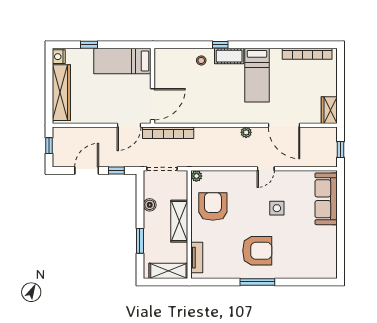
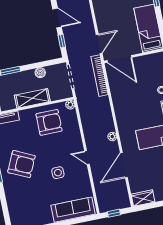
door: (129, 125) -> (99, 44), swing flipped
armchair: (257, 251) -> (21, 164), turned -65

